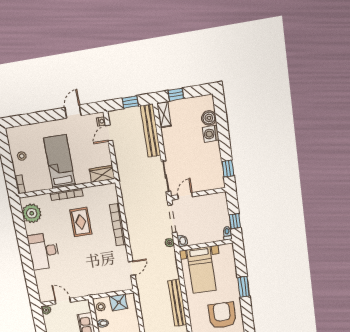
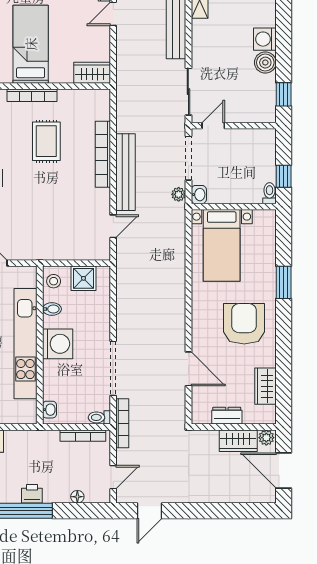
boiler: (209, 118) -> (265, 63), moved
bench: (177, 303) -> (126, 172), moved

